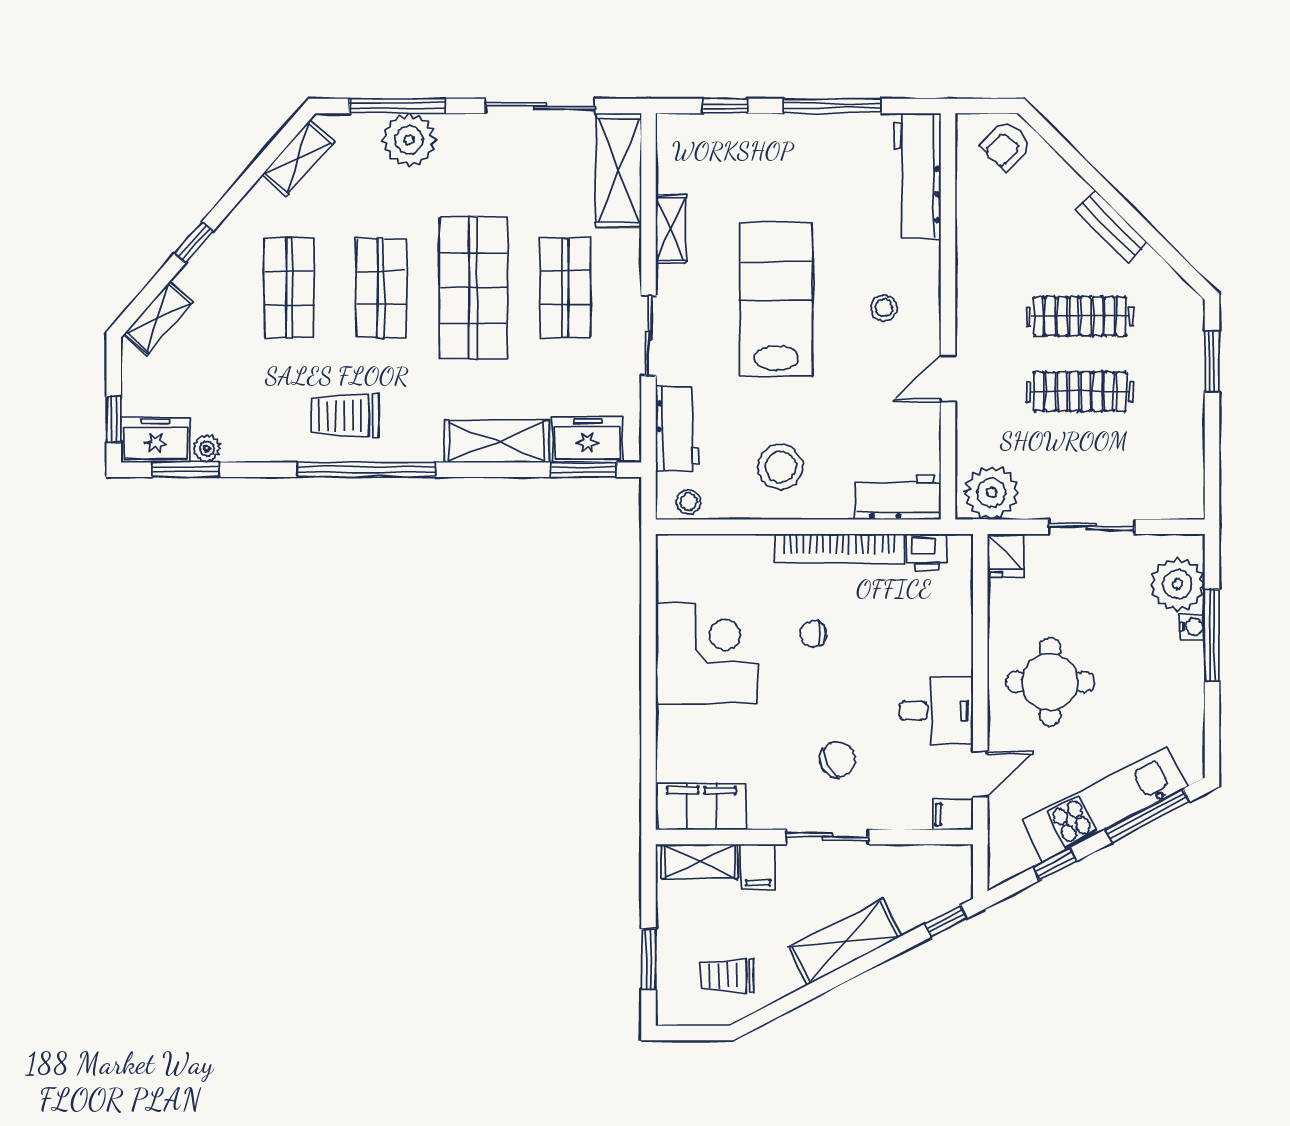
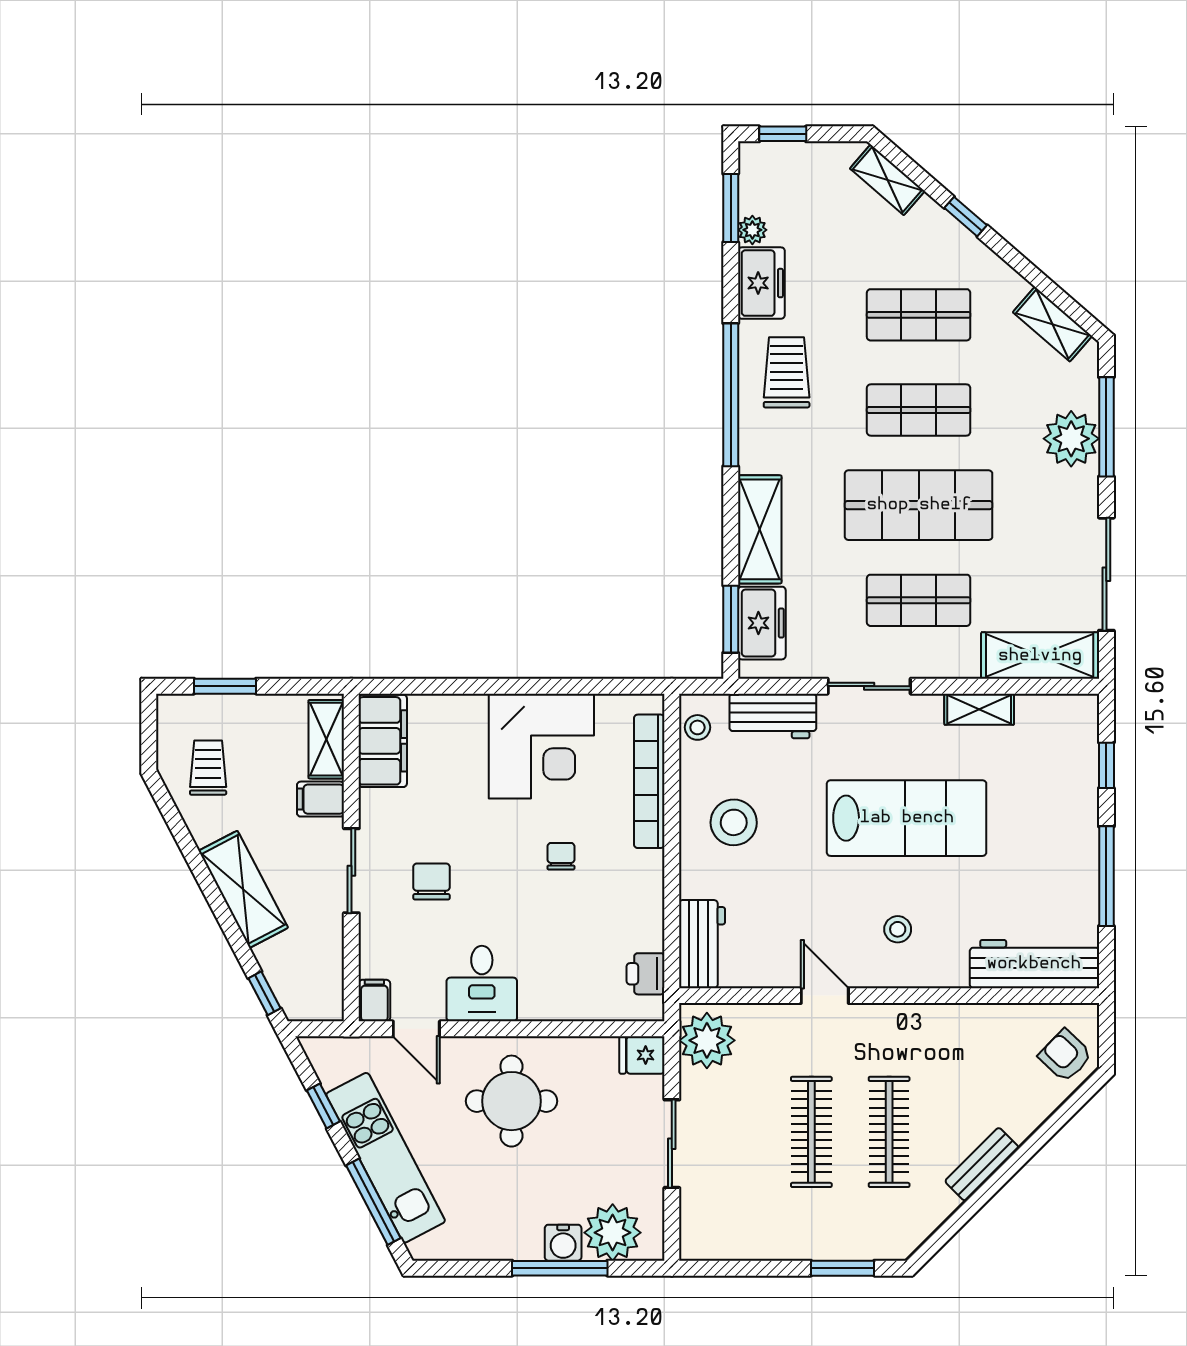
freezer: (155, 440) -> (761, 283), moved
bookcase: (839, 549) -> (649, 781), moved
water cooler: (1192, 627) -> (563, 1243), width x1.38, depth x1.38
chair: (838, 759) -> (431, 881), turned -151

